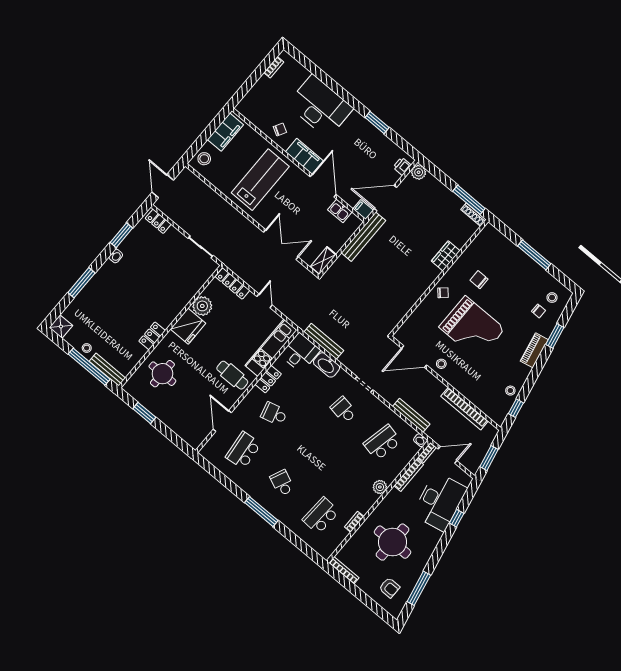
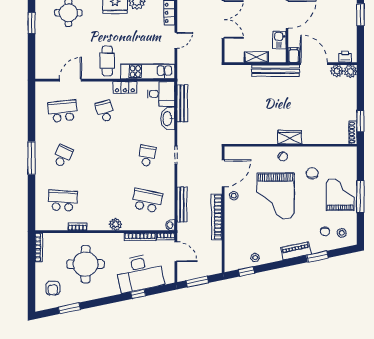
plant: (408, 184) -> (337, 71), added
window: (469, 200) -> (360, 121), width x0.69
wardrobe: (446, 256) -> (290, 137), moved
shelving: (323, 261) -> (256, 57), moved
grand piano: (518, 271) -> (340, 195), added
door: (414, 357) -> (223, 173), swing flipped
bookcase: (465, 409) -> (217, 217), moved
window: (419, 588) -> (69, 308), width x0.69

